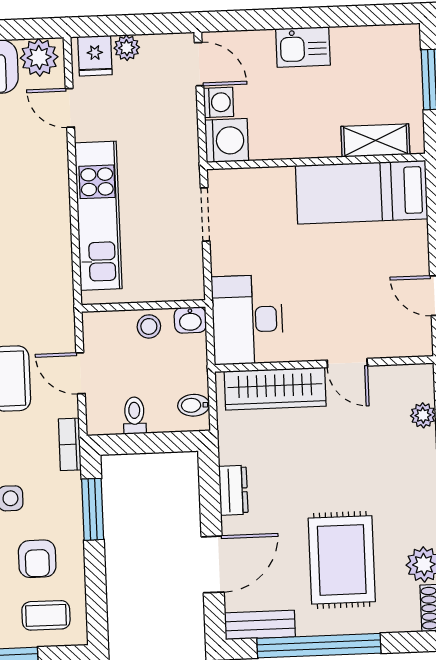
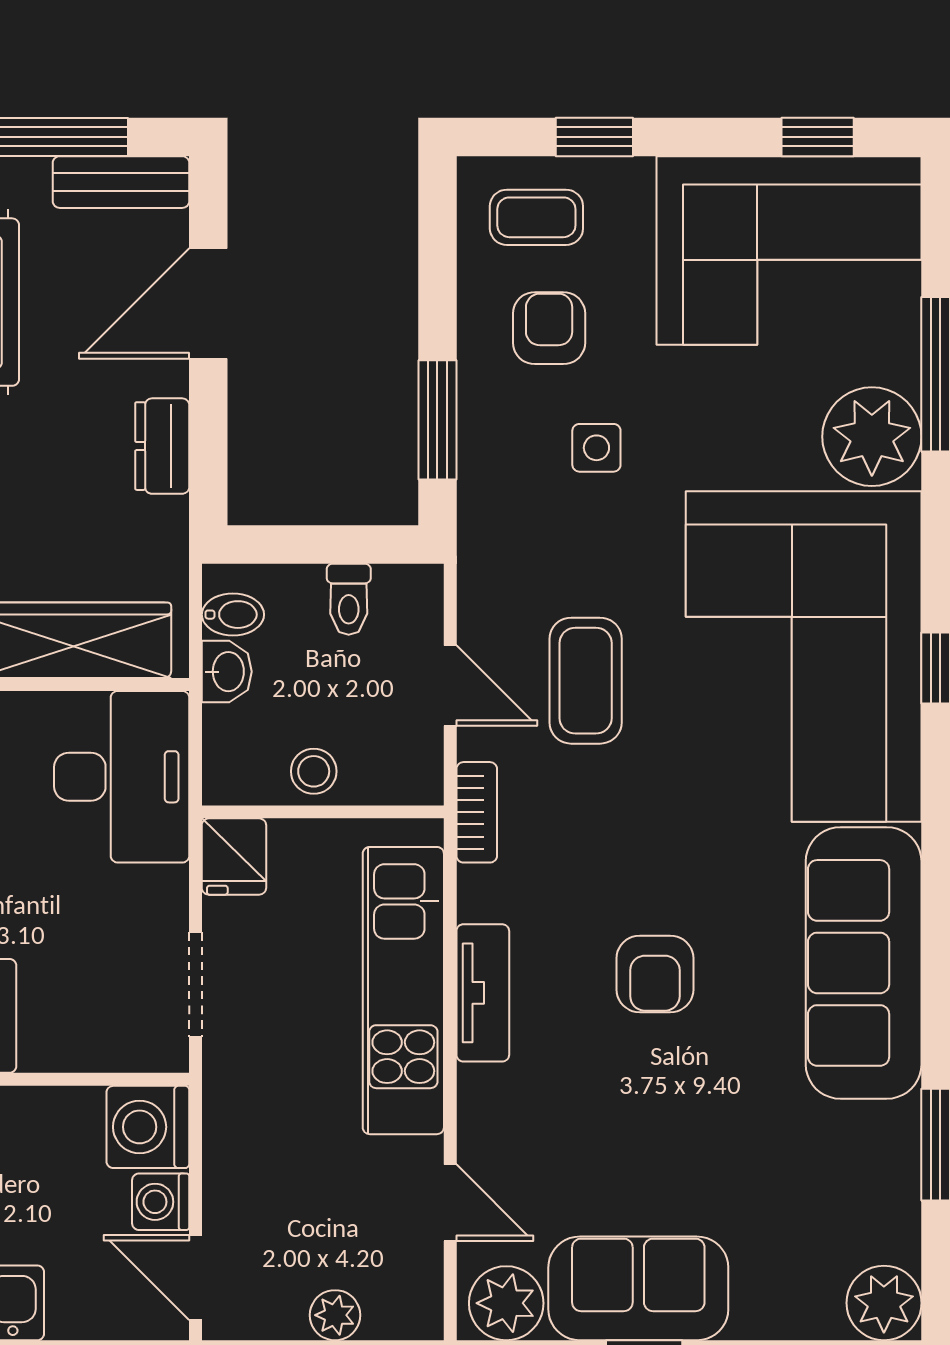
fridge: (95, 56) -> (234, 857), moved, turned 180
tv unit: (57, 216) -> (483, 993), added
washbasin: (190, 320) -> (227, 672), moved, turned 90
bookcase: (70, 444) -> (477, 812), moved

